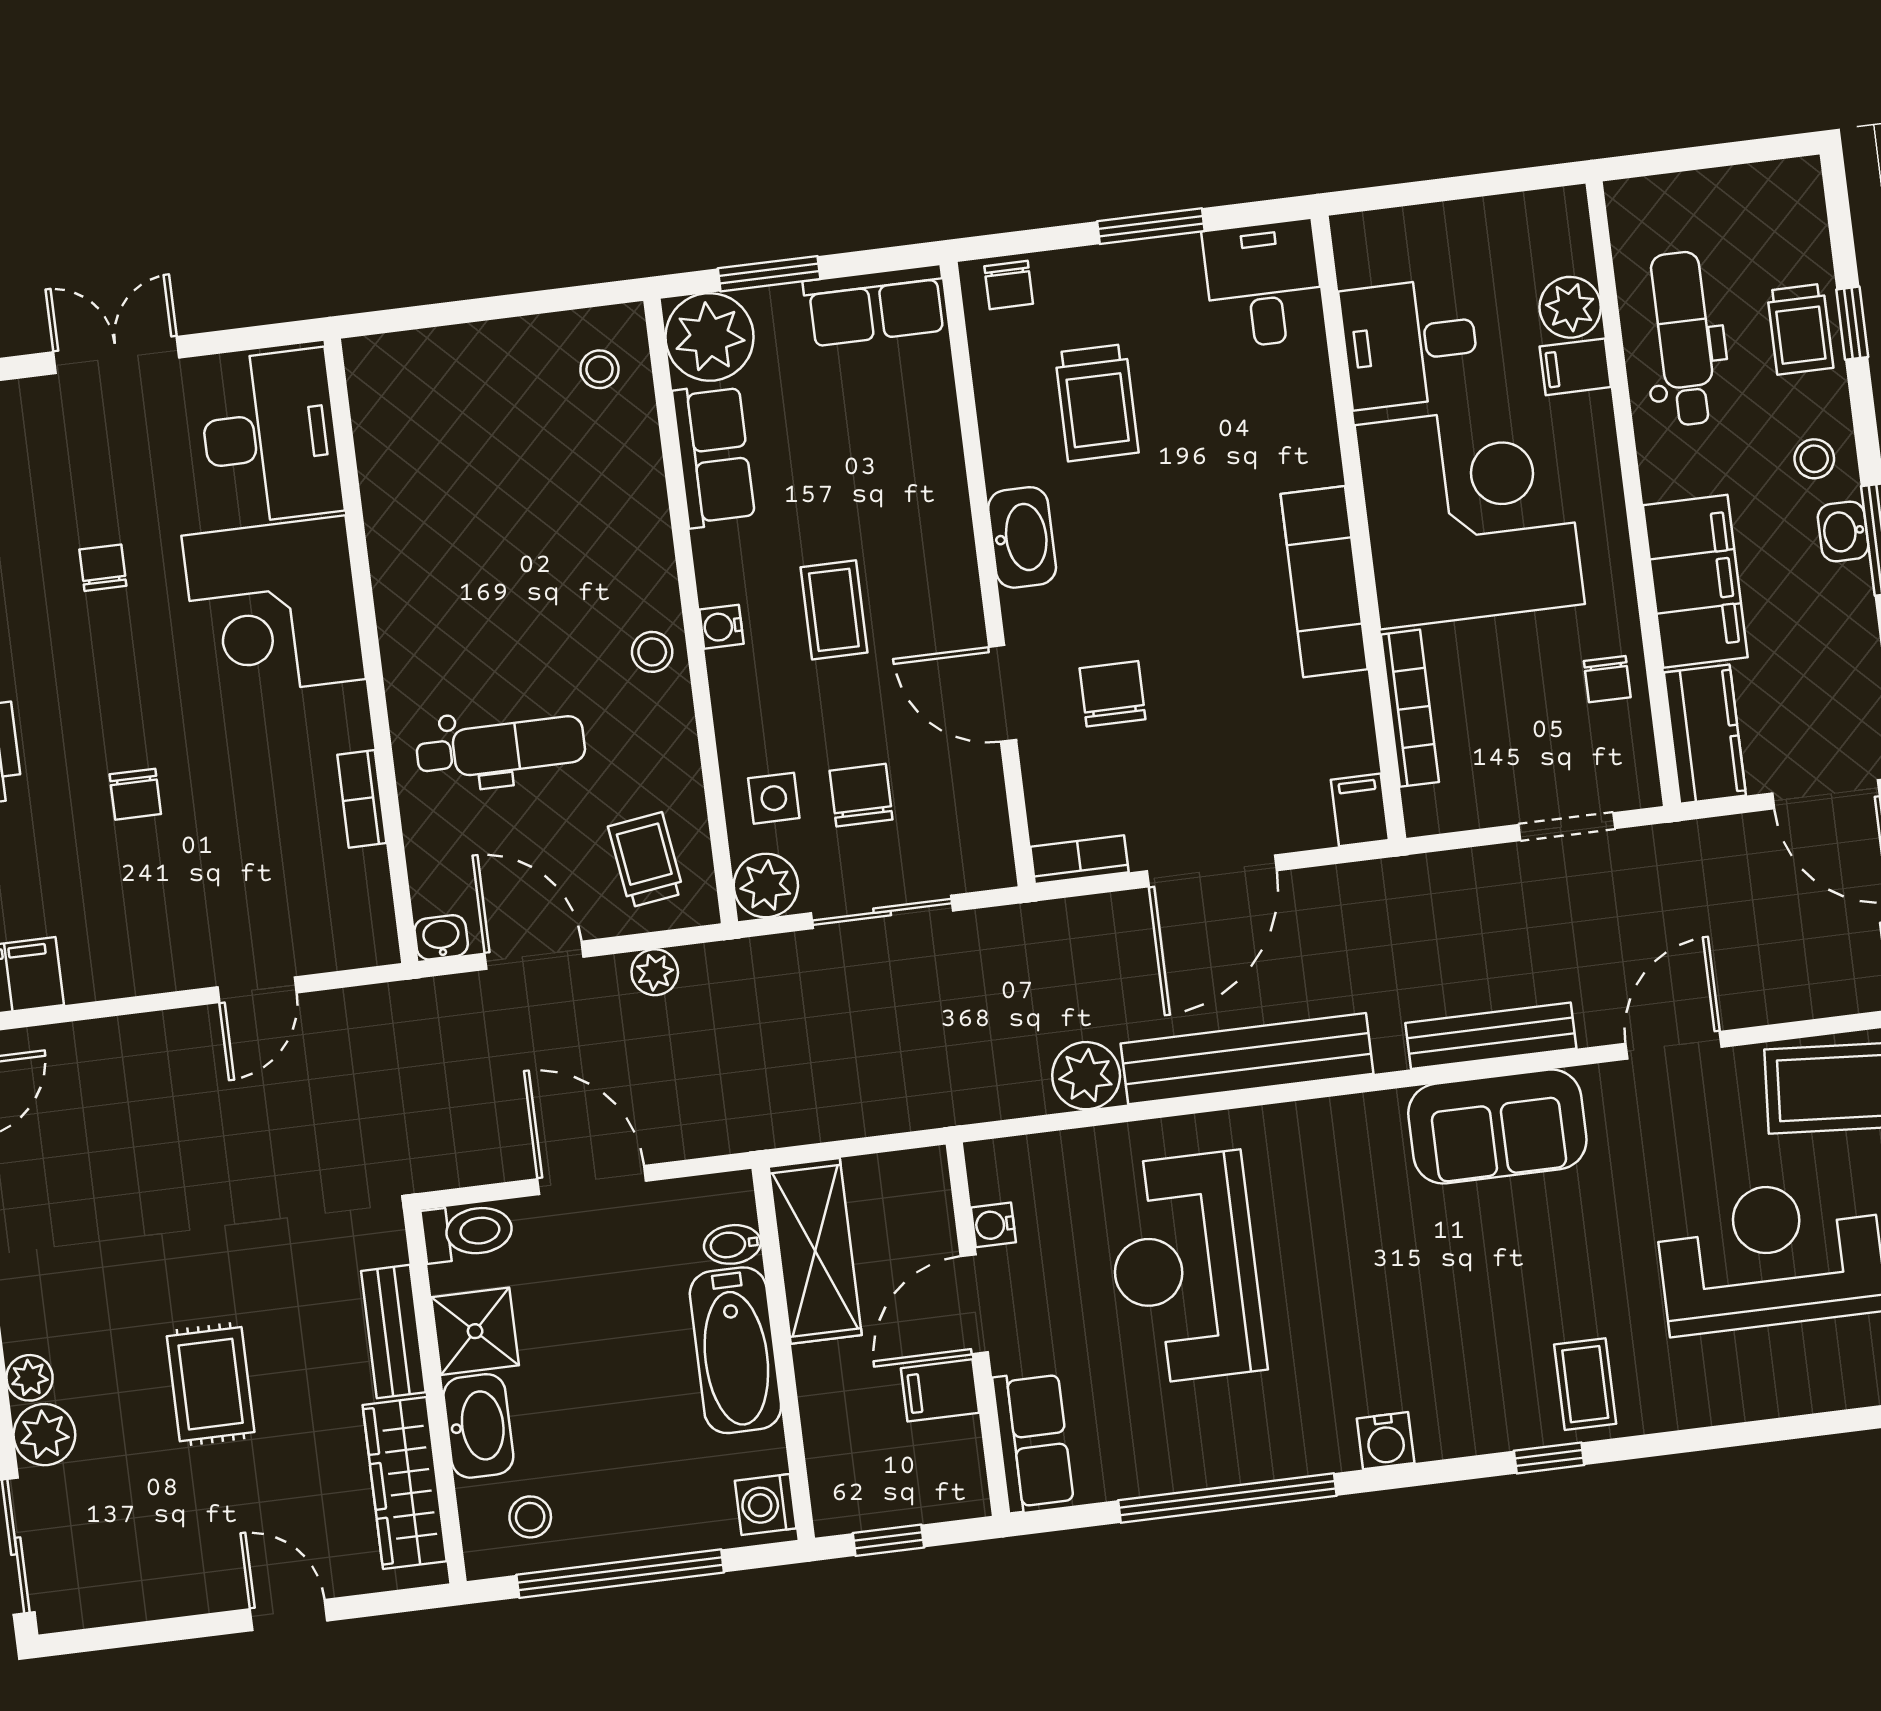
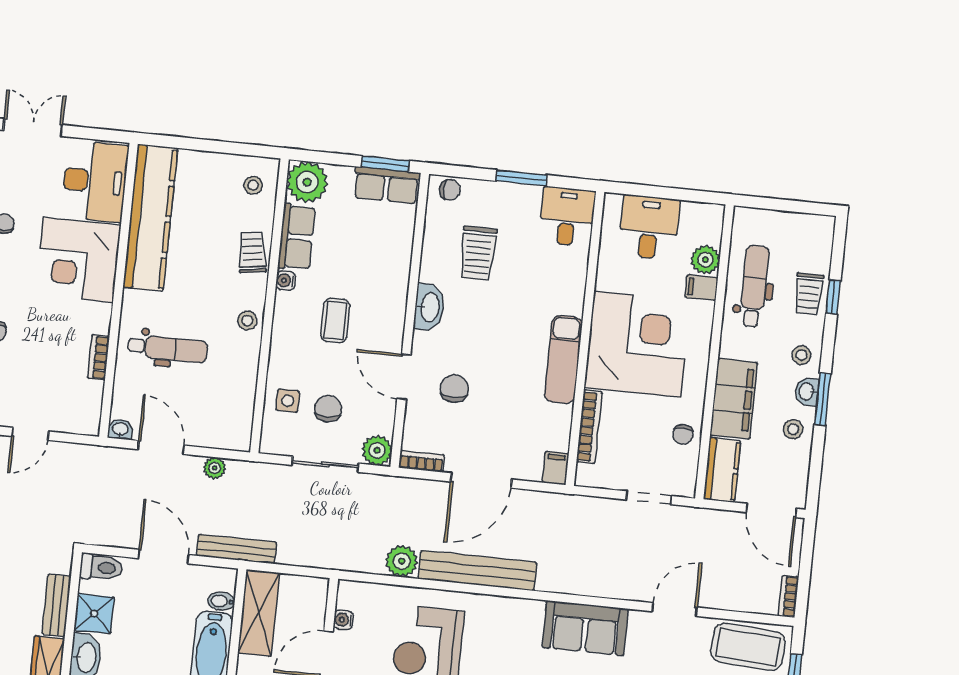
window: (769, 274) -> (385, 164), moved
chair: (1009, 285) -> (450, 190), turned -90
desk: (1410, 343) -> (649, 227), moved, turned 90
kitchen counter: (402, 485) -> (150, 218), added
stool: (1832, 616) -> (793, 429), added
water cooler: (721, 627) -> (286, 280), moved
trolley: (646, 860) -> (252, 252), moved
plant: (766, 885) -> (377, 450), moved
bench: (1491, 1036) -> (237, 549), moved

